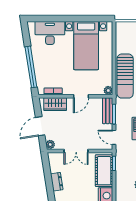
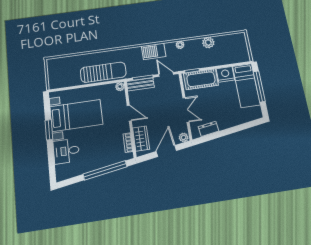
window: (76, 18) -> (49, 130), added
desk: (50, 33) -> (66, 151), width x0.73
door: (40, 126) -> (166, 151), swing flipped
door: (114, 137) -> (166, 74), swing flipped
dresser: (57, 182) -> (209, 129), moved

